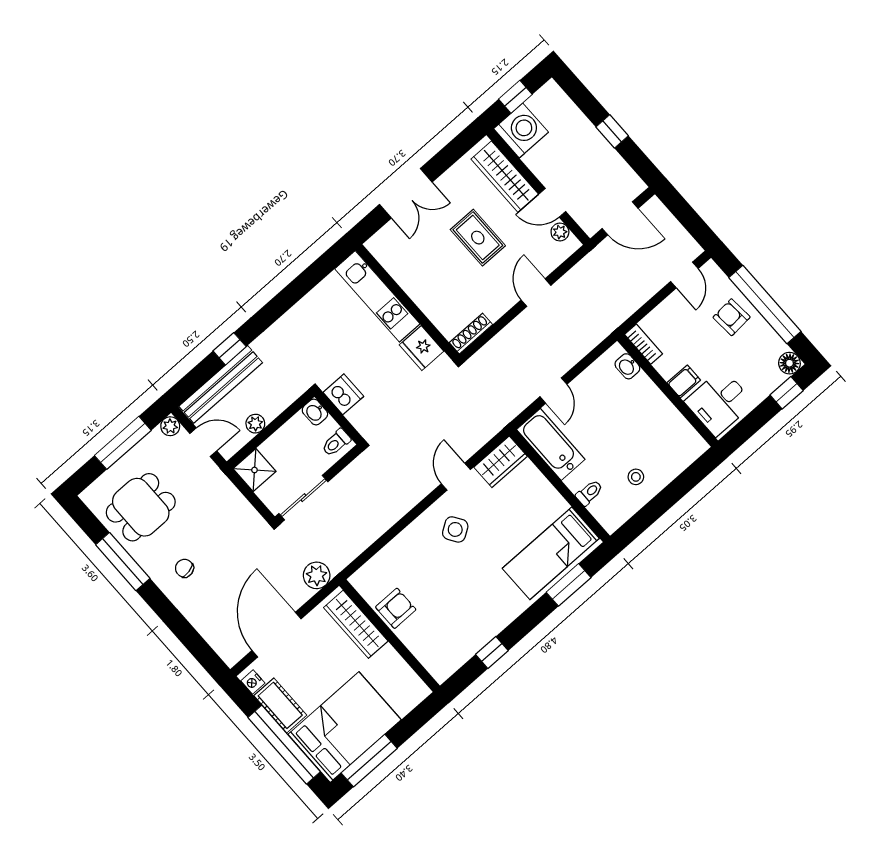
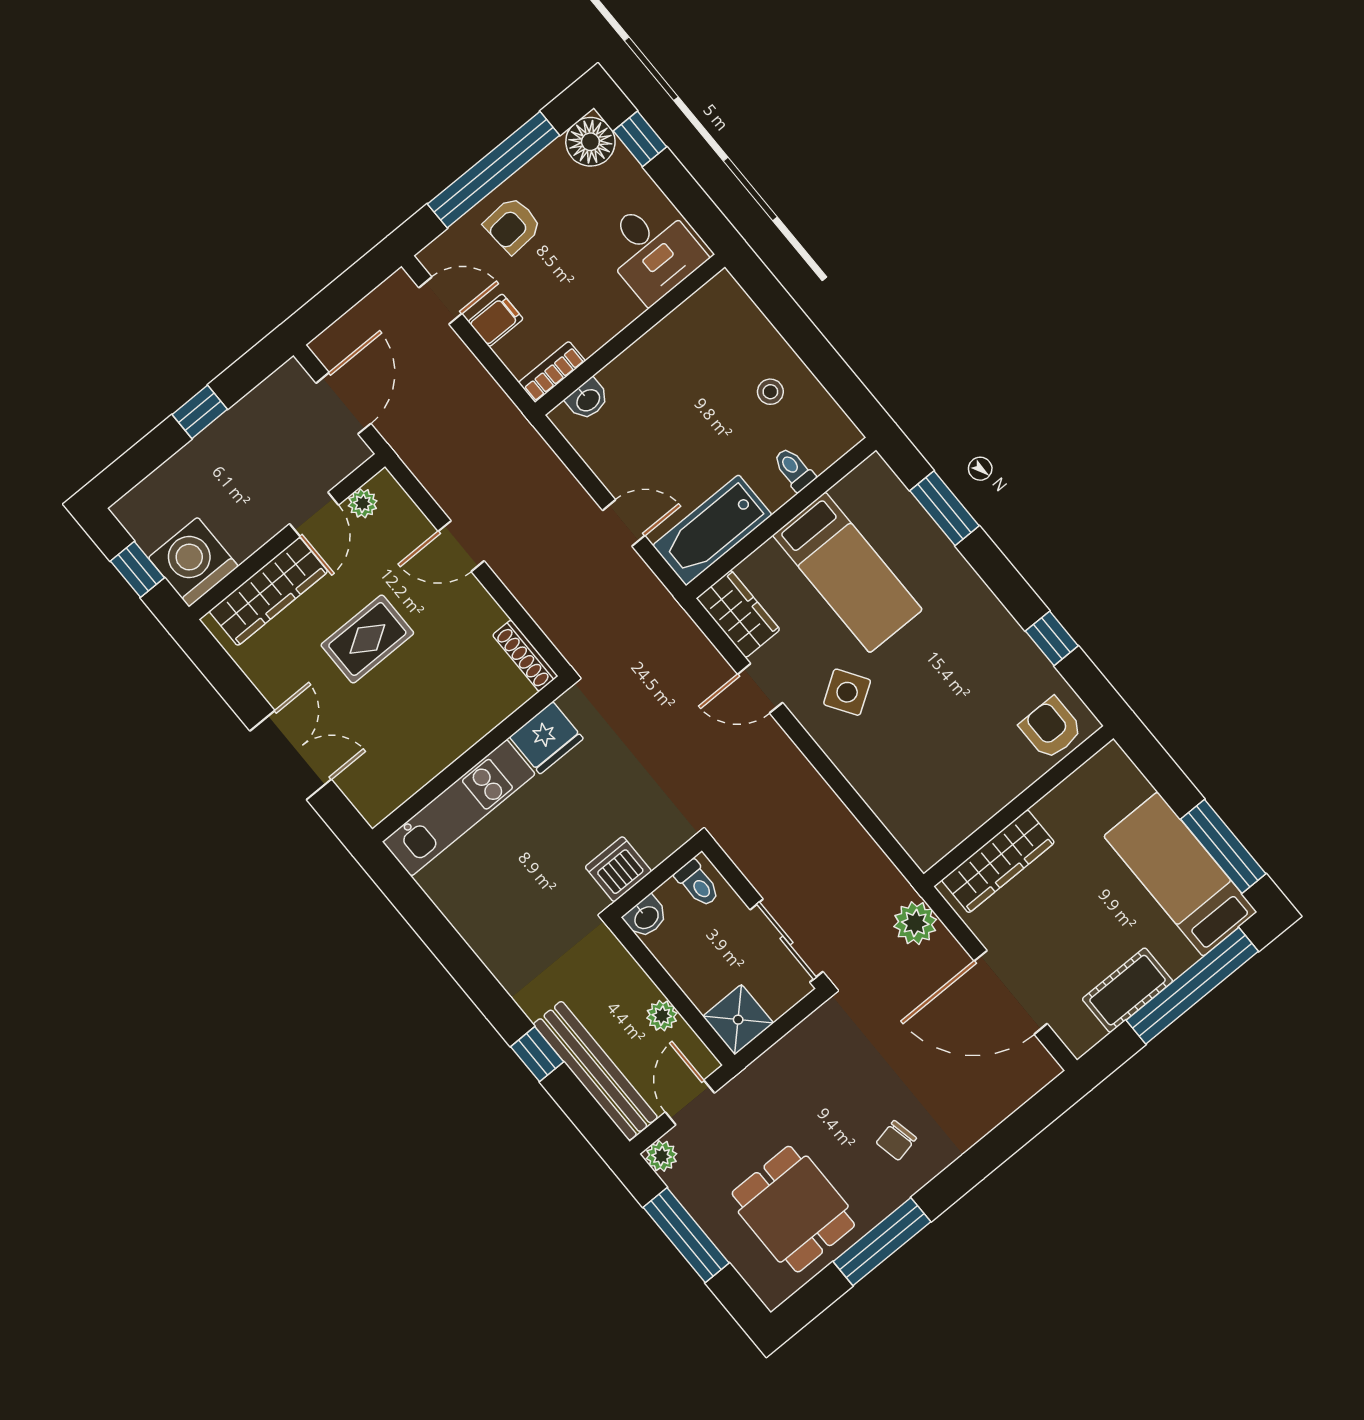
floor lamp: (789, 363) -> (590, 142), width x1.38, depth x1.38
filing cabinet: (684, 381) -> (496, 320), moved, turned 90
bed: (551, 553) -> (847, 572), moved
armchair: (396, 608) -> (1051, 728), moved
nightstand: (253, 682) -> (1087, 1034), removed
bed: (345, 727) -> (1180, 874), width x0.67

